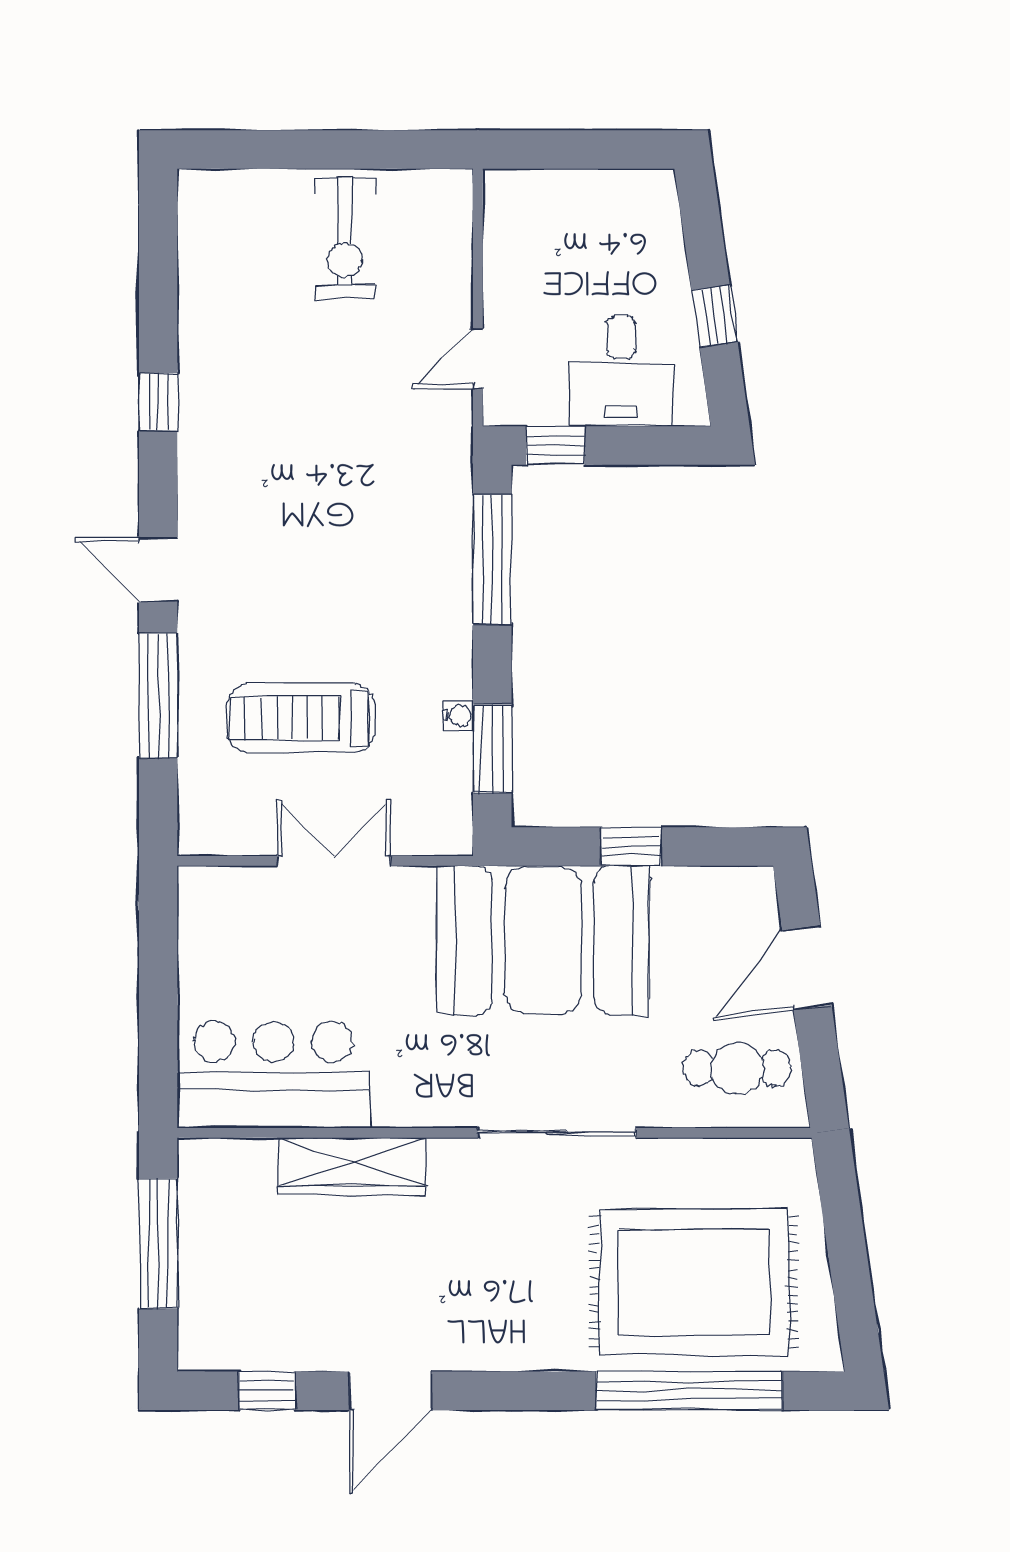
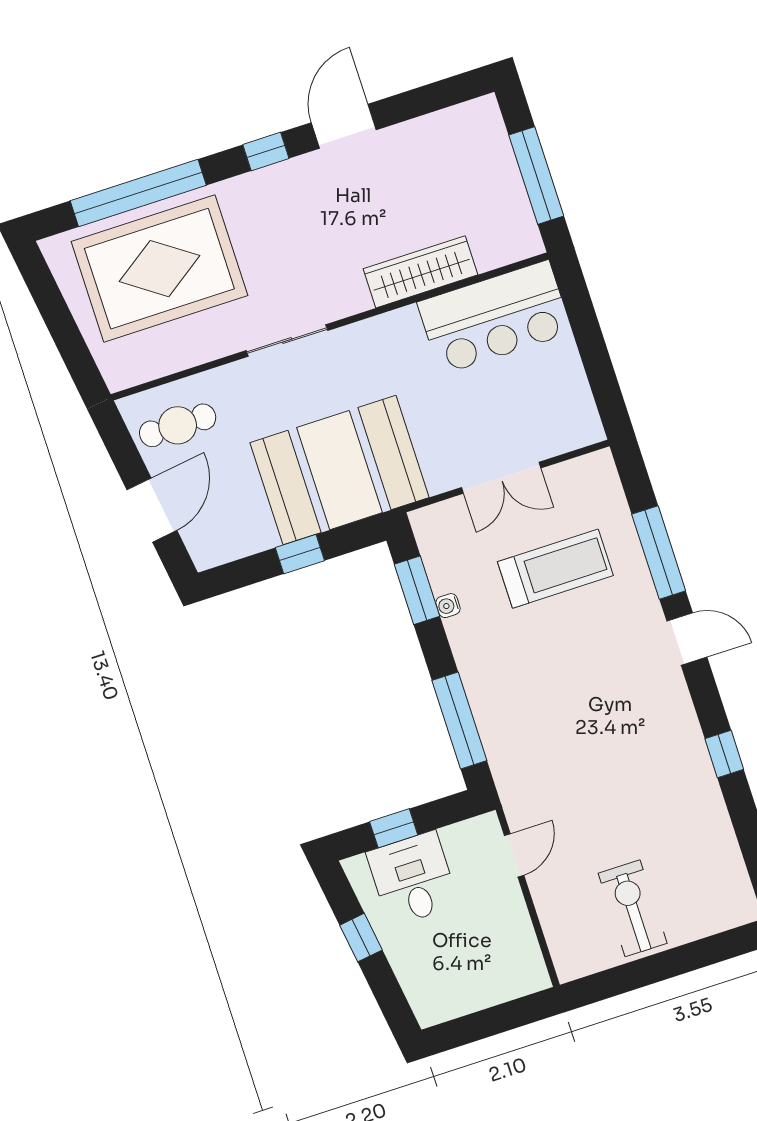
window: (555, 445) -> (394, 828), moved
sliding door: (557, 1133) -> (287, 341), width x0.73
window: (267, 1391) -> (266, 151), moved

